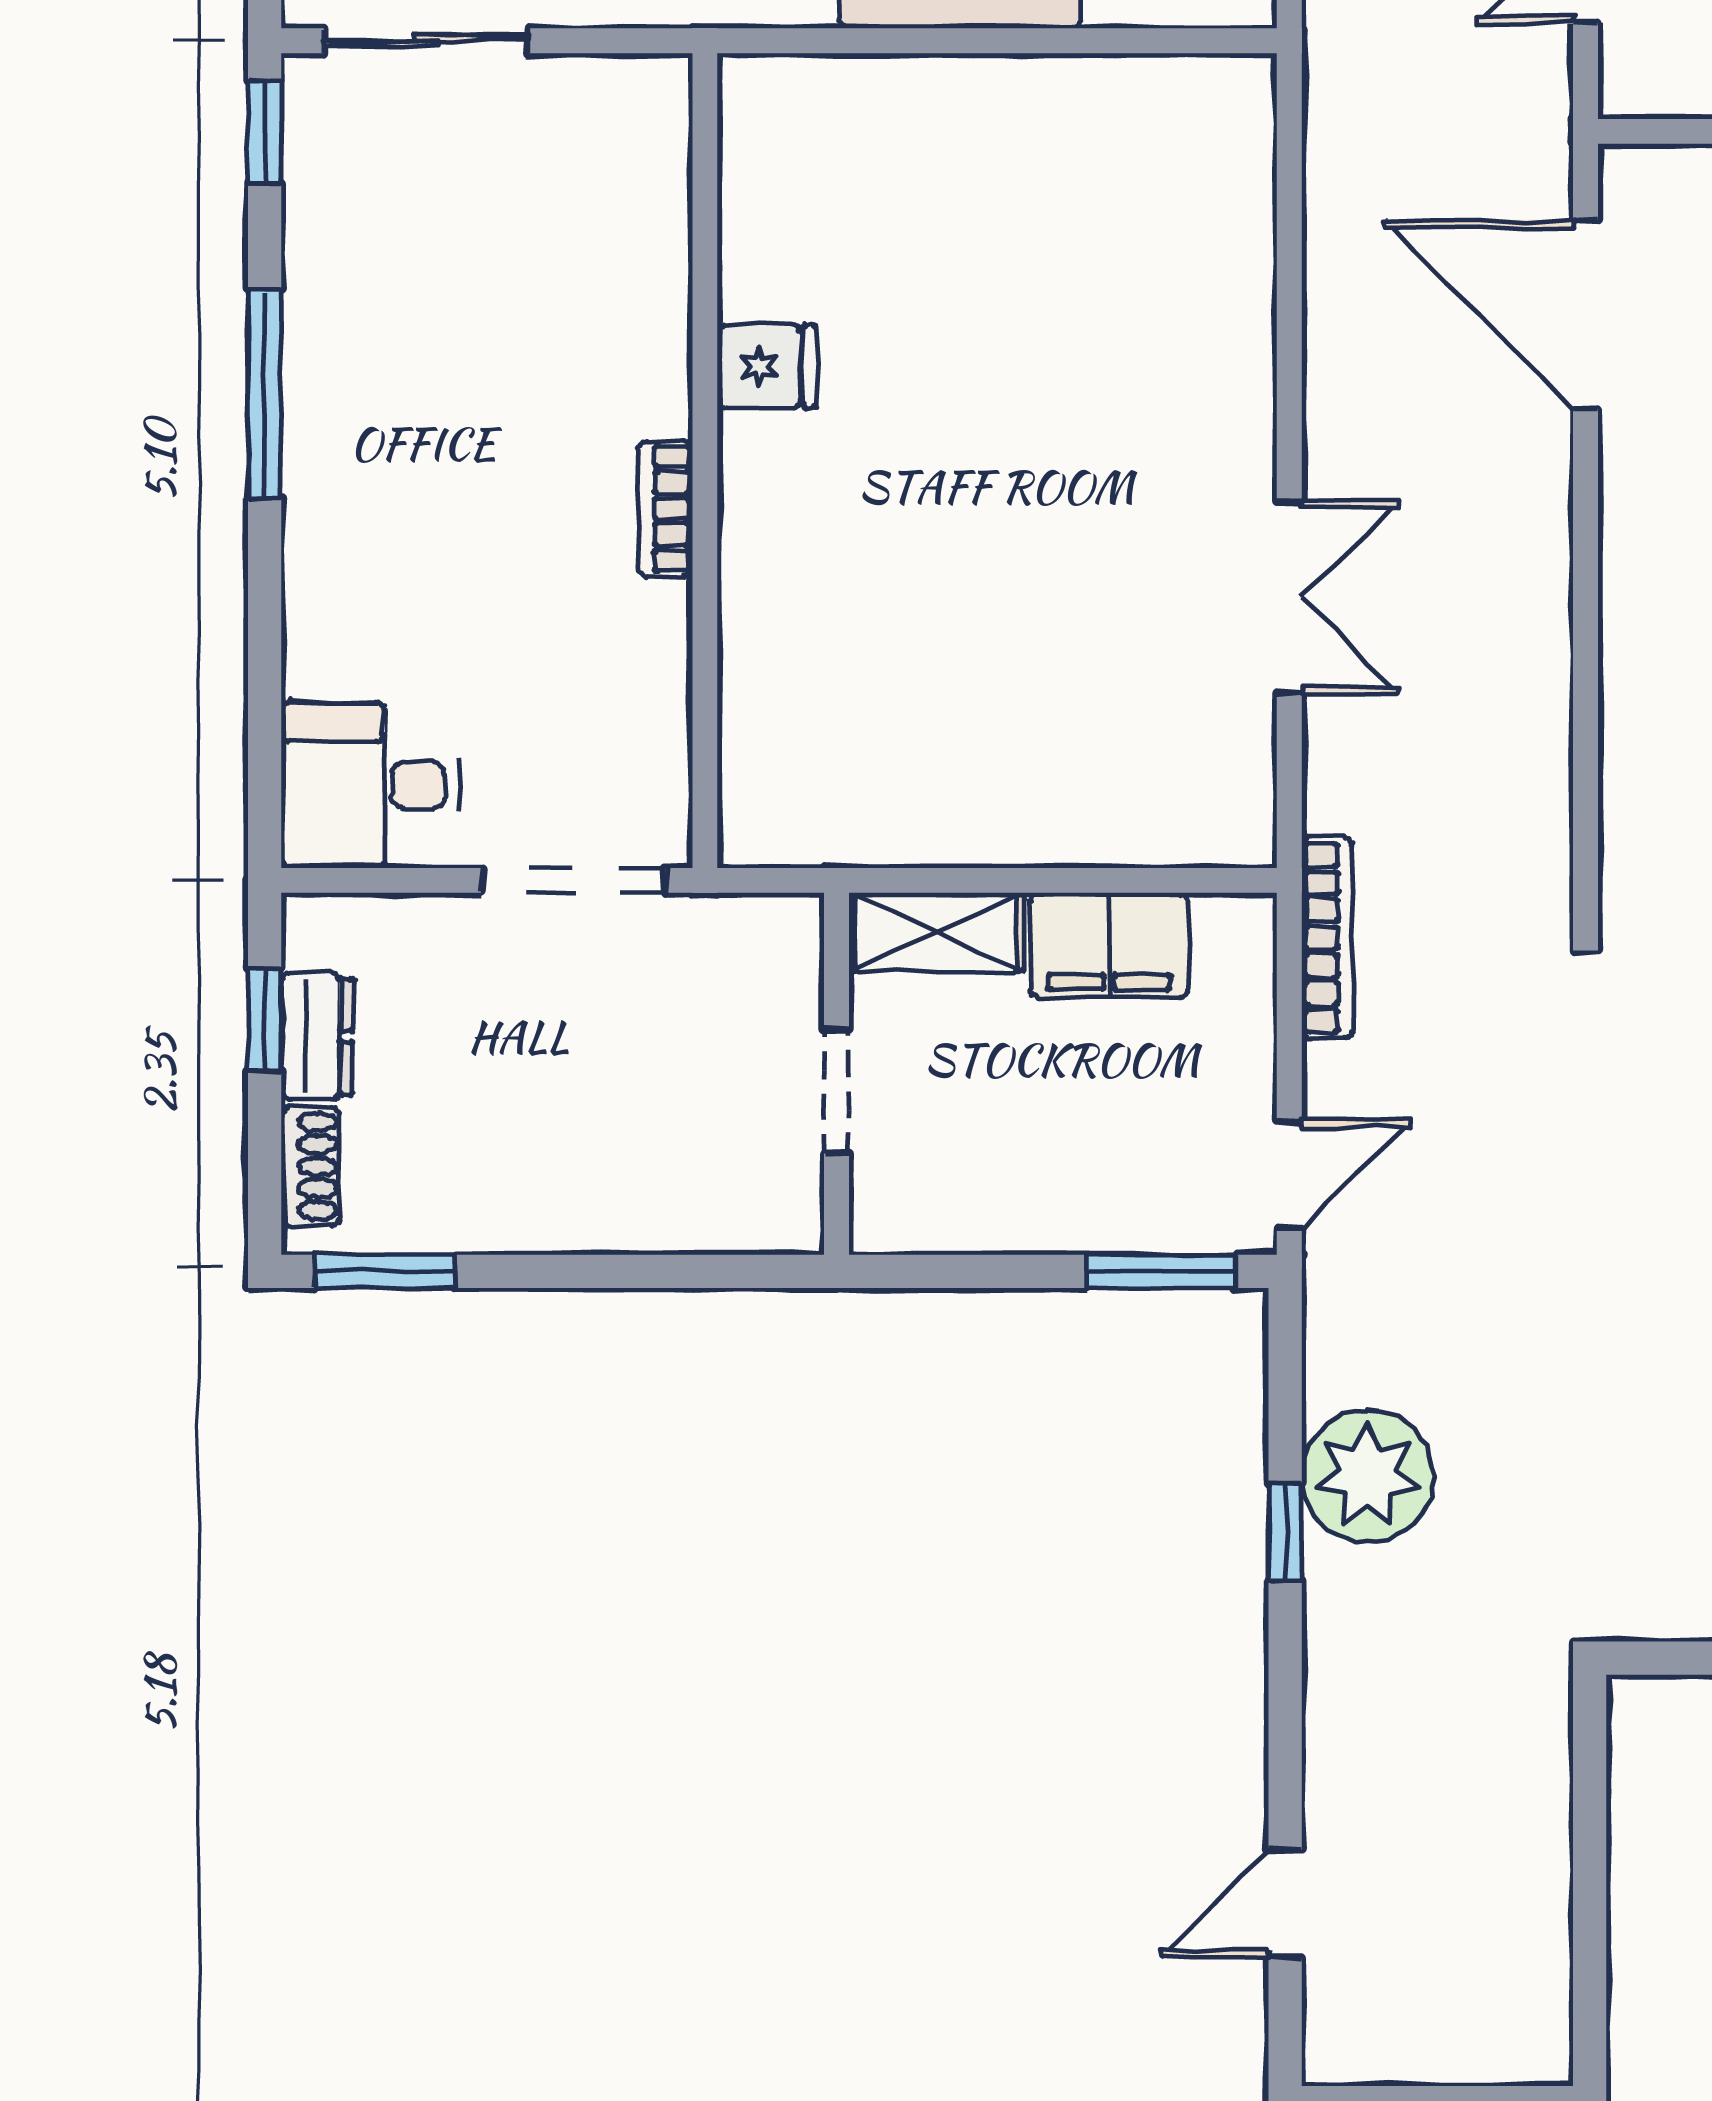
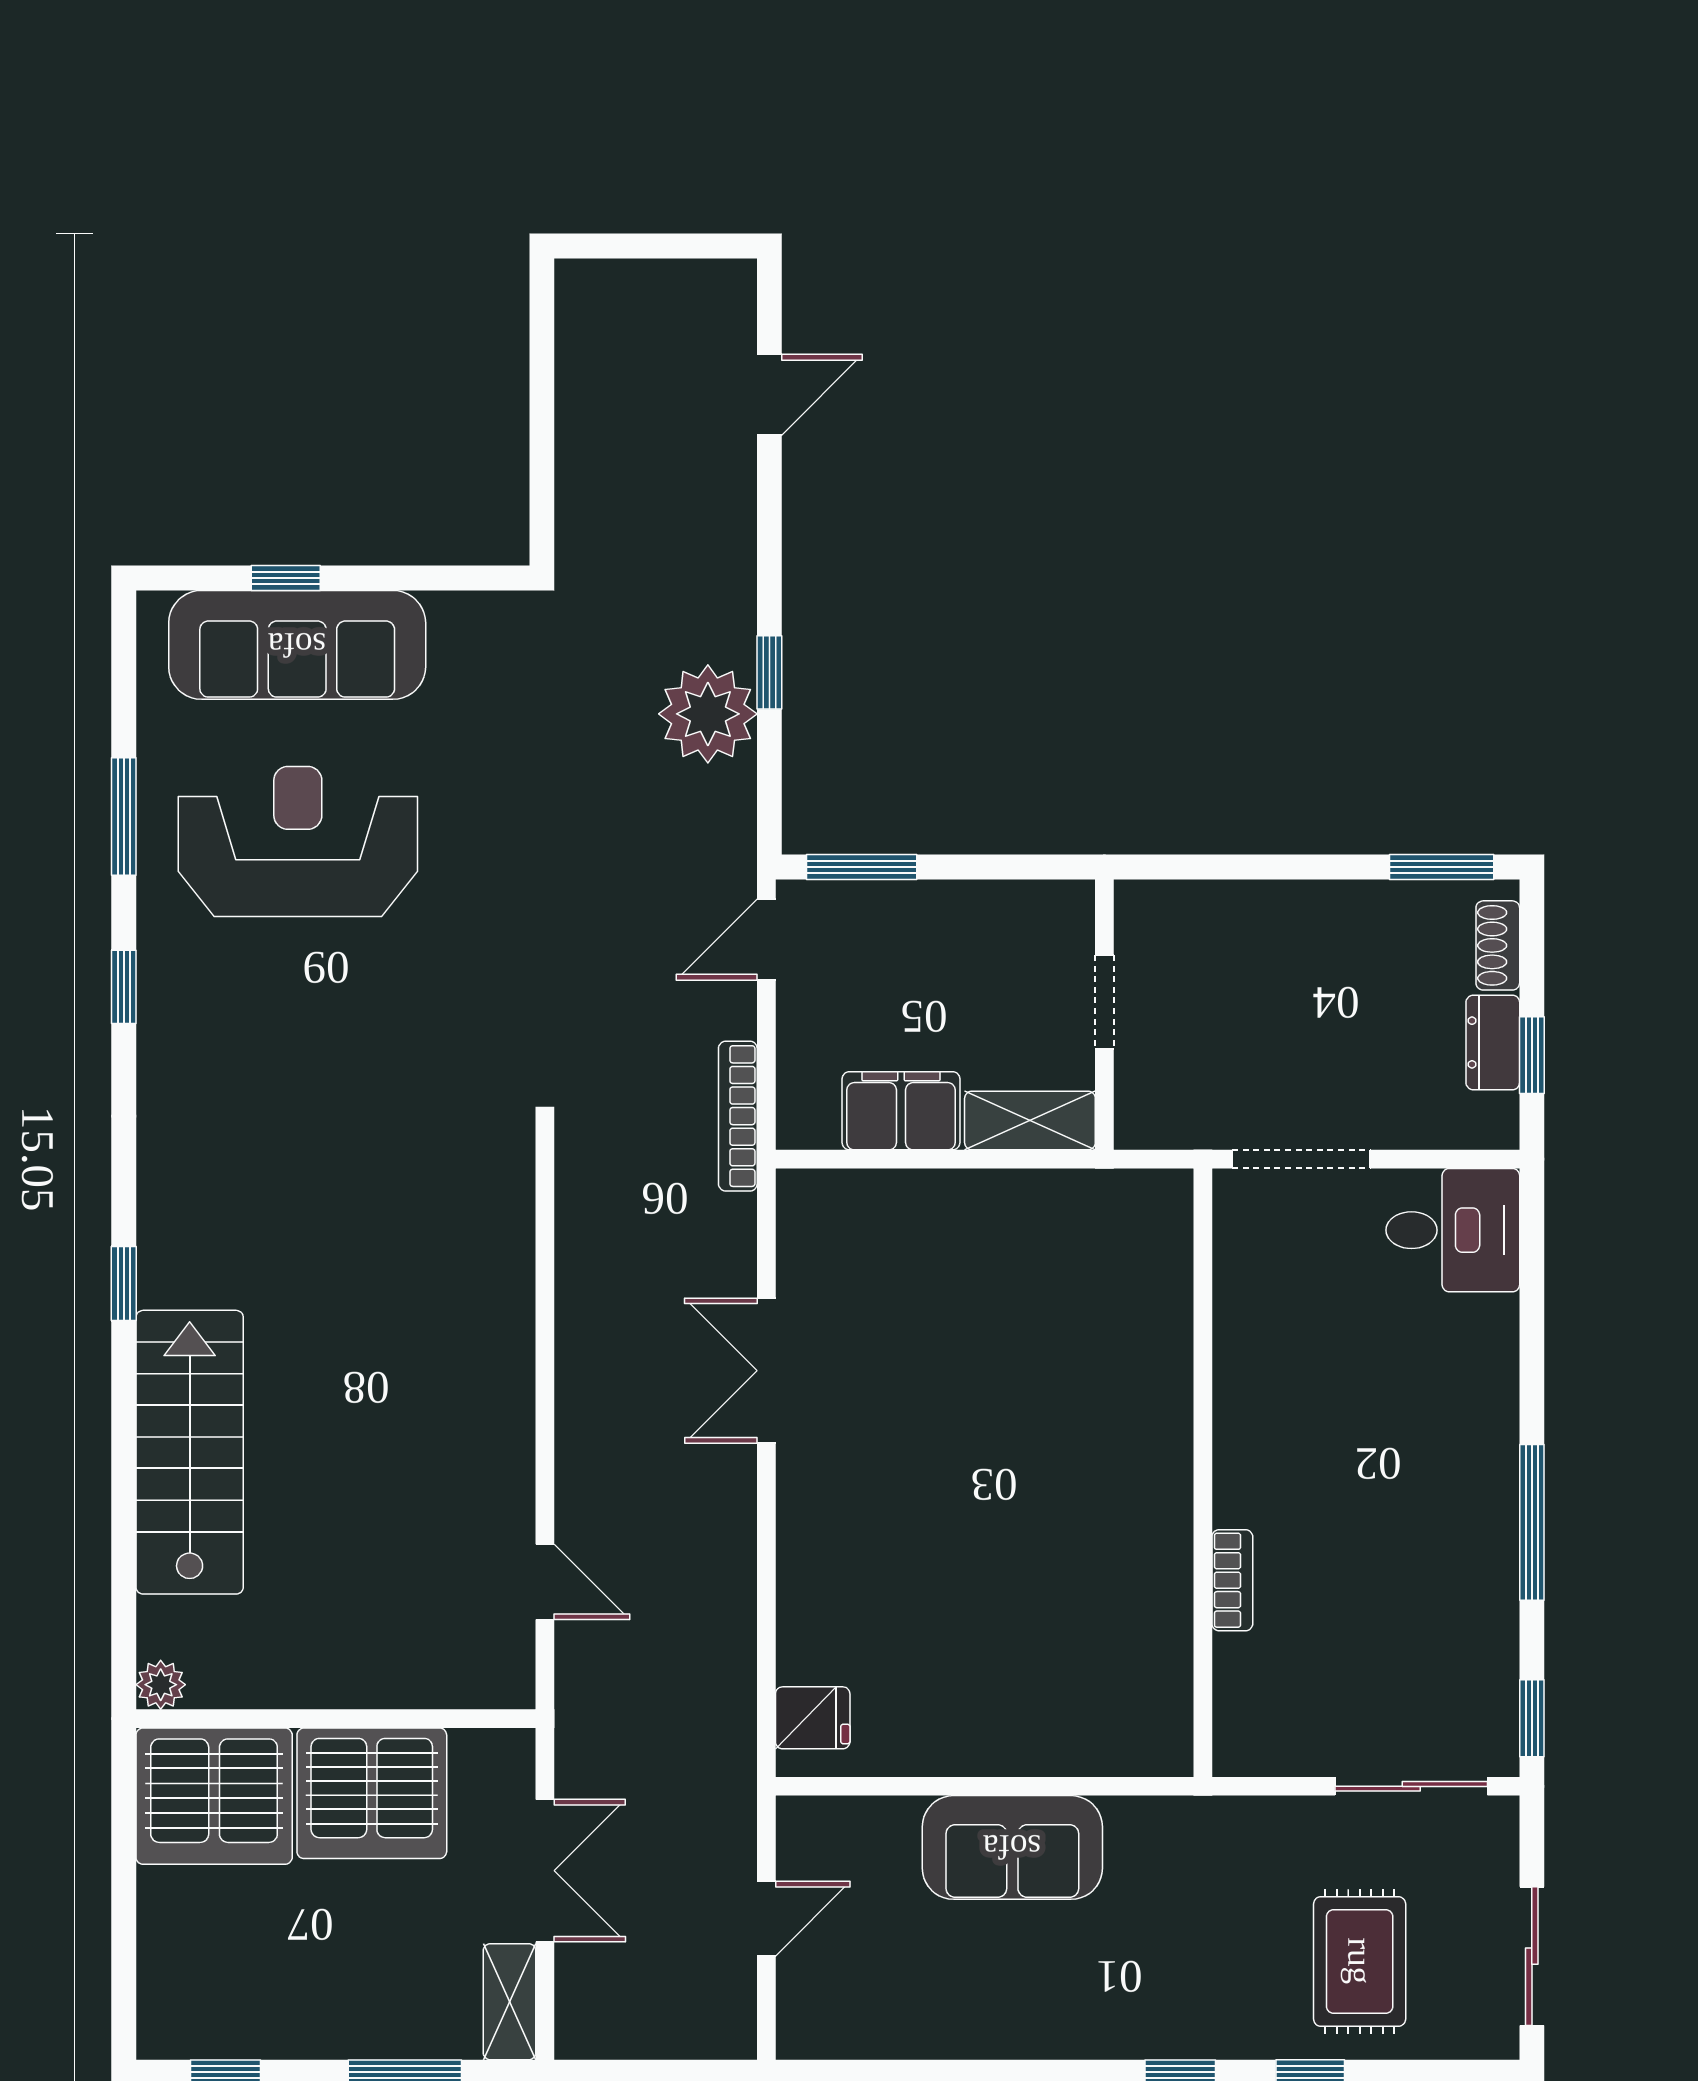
door: (1586, 315) -> (545, 1582), width x0.53
fridge: (767, 366) -> (813, 1718), moved, turned 180
bookcase: (665, 508) -> (1232, 1580), moved

